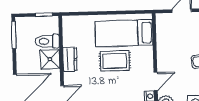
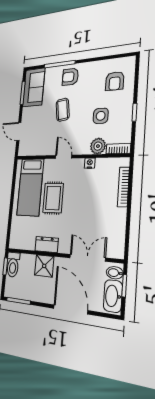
toilet: (47, 41) -> (13, 265), moved
door: (156, 81) -> (64, 157), moved

